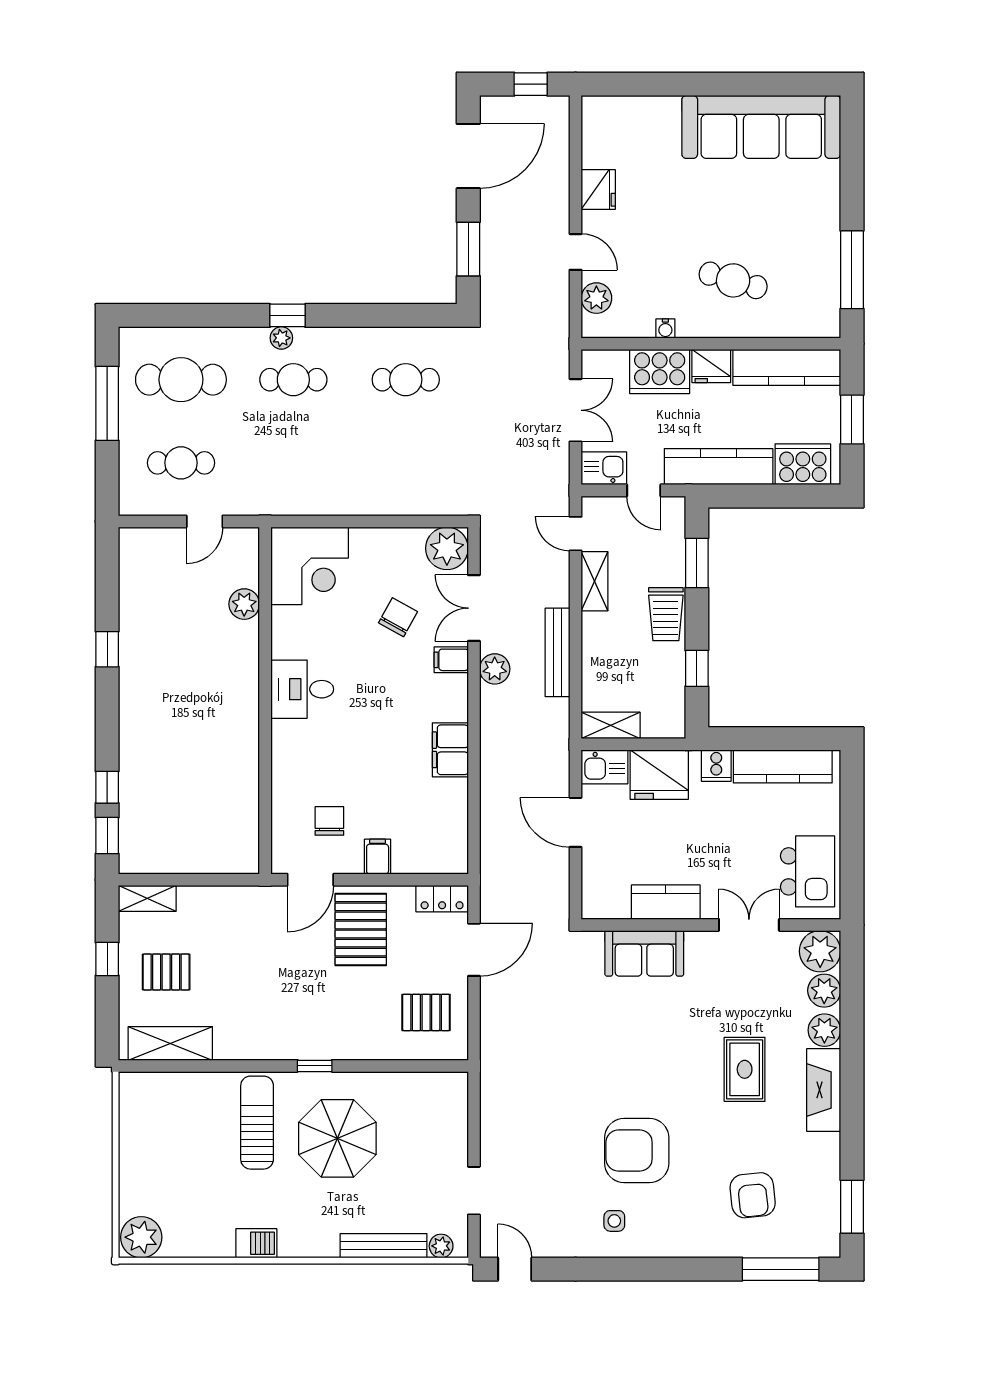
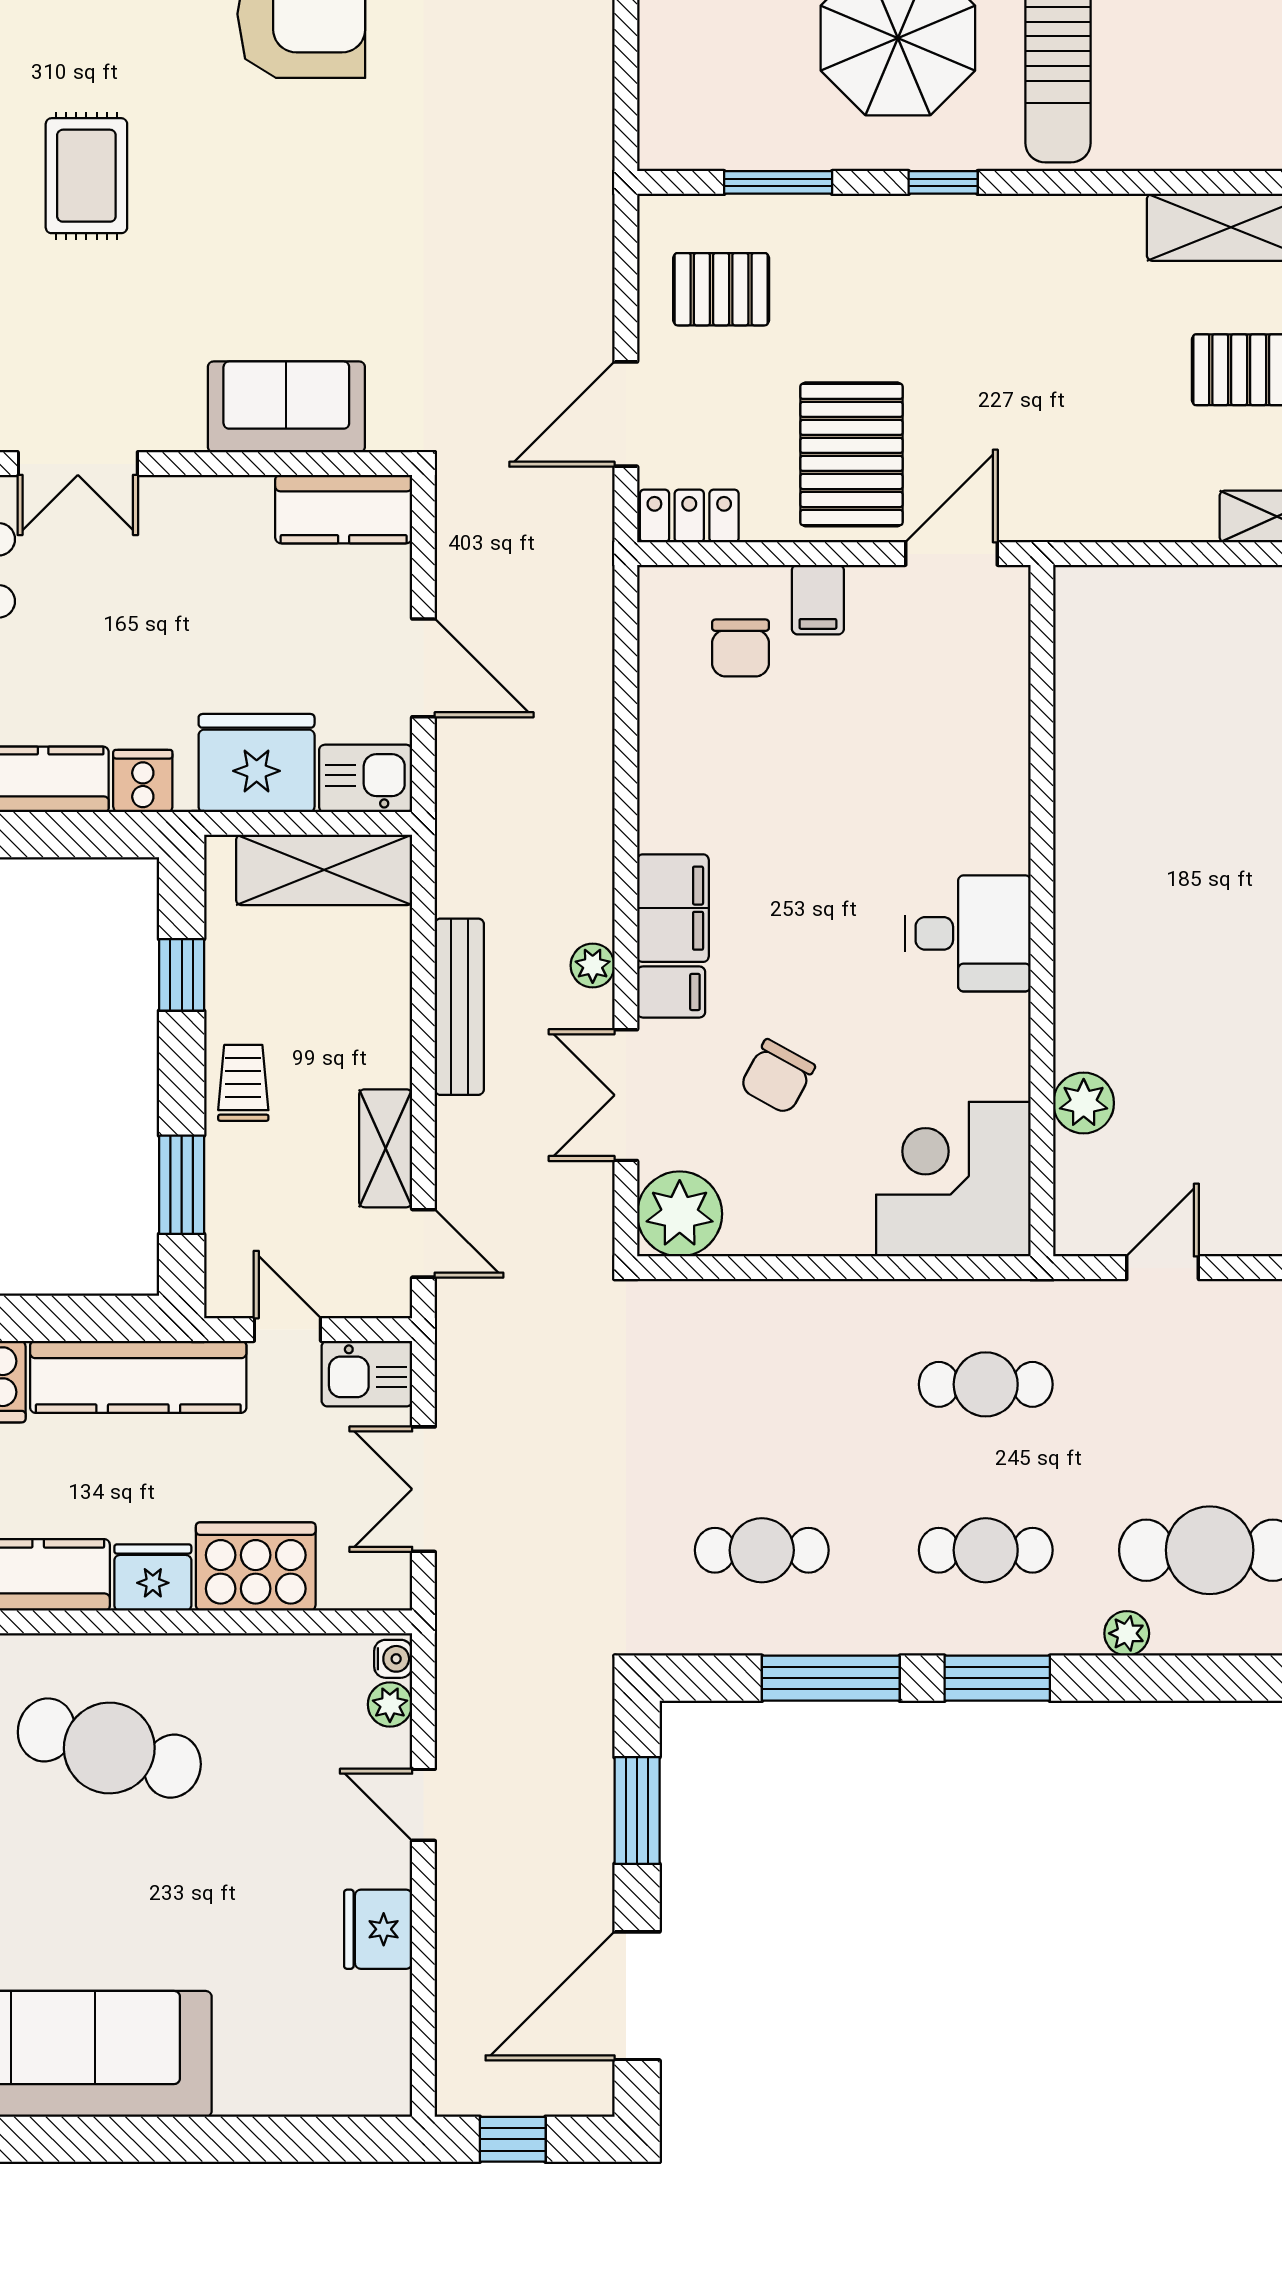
cafe table: (733, 280) -> (109, 1748), width x1.37, depth x1.35
plant: (596, 298) -> (390, 1704), width x0.73, depth x0.73
window: (288, 315) -> (997, 1678), width x1.50
window: (371, 315) -> (831, 1678), added
water cooler: (665, 329) -> (393, 1659), moved, turned 90
plant: (281, 338) -> (1127, 1633), moved
cafe table: (181, 463) -> (986, 1384), moved
double door: (474, 608) -> (626, 1095), swing flipped
trolley: (666, 614) -> (243, 1083), width x0.73, depth x0.72
plant: (495, 669) -> (593, 965), width x0.73, depth x0.73
shelving: (611, 725) -> (324, 870), width x1.50, depth x1.33
filing cabinet: (450, 750) -> (673, 908), moved
chair: (329, 821) -> (740, 648), moved
kitchen counter: (666, 902) -> (344, 509), moved
window: (397, 1066) -> (778, 182), added

